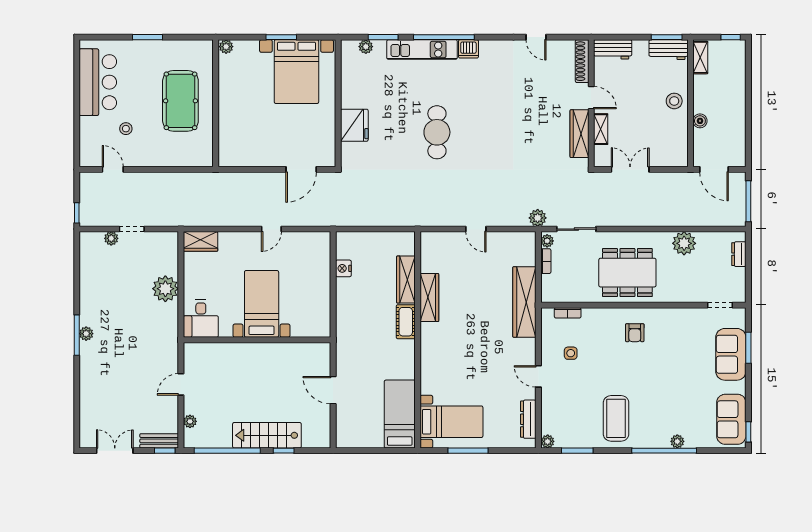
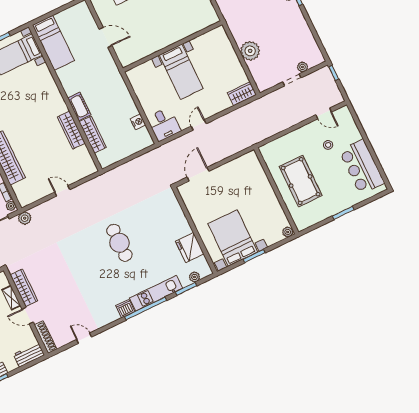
fridge: (354, 125) -> (190, 248), moved
desk: (201, 319) -> (164, 124), moved, turned 180

